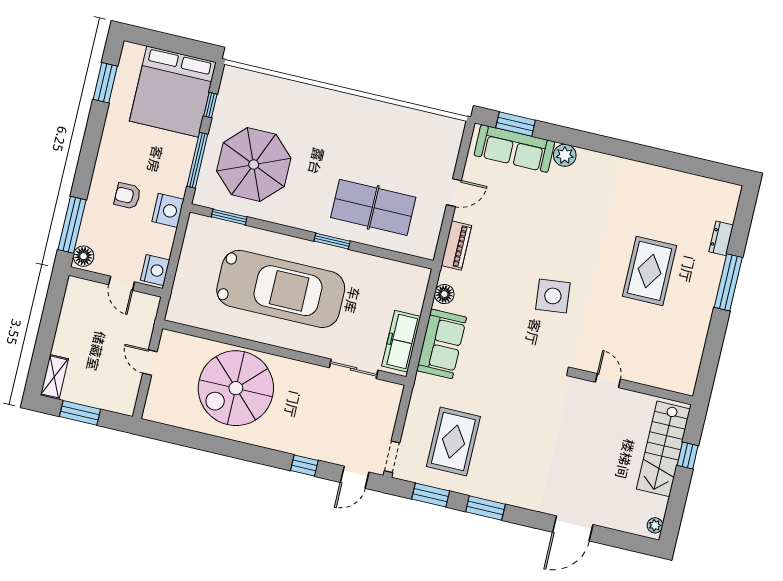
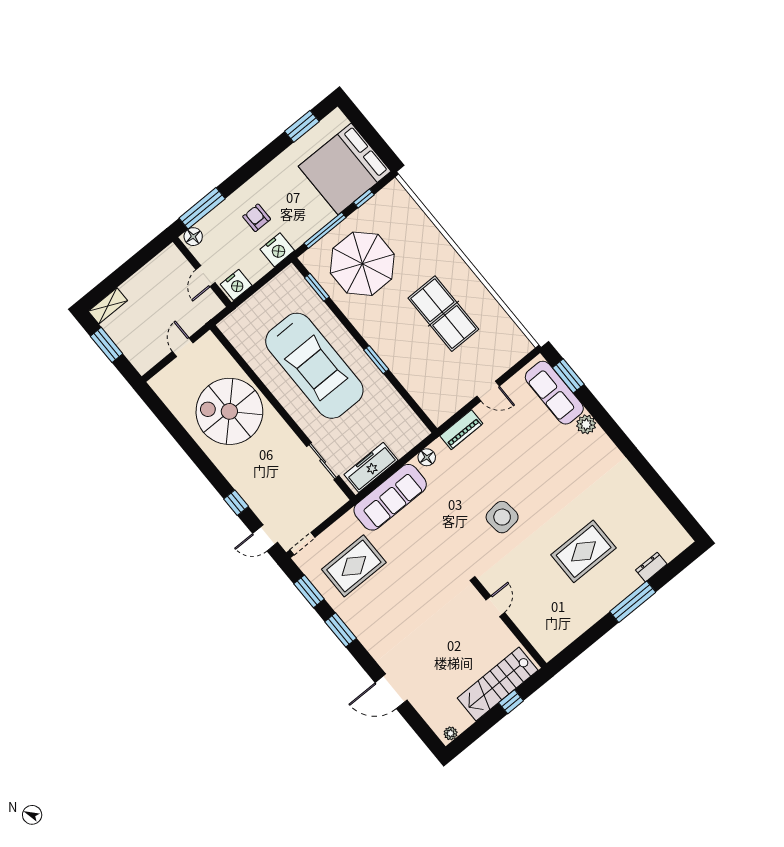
table tennis table: (373, 207) -> (443, 314), moved
sofa: (442, 344) -> (390, 497), width x1.36

